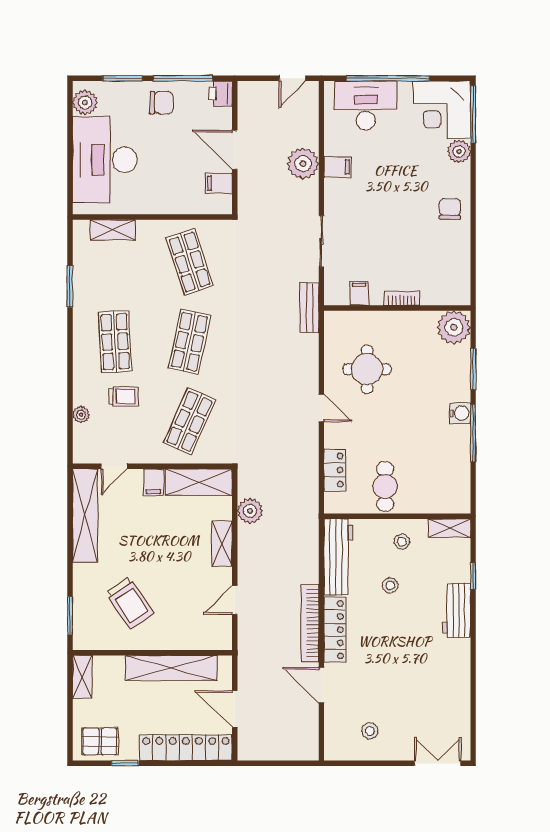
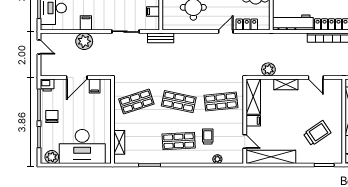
door: (321, 408) -> (226, 32), moved
shop shelf: (190, 421) -> (221, 102), turned -30

